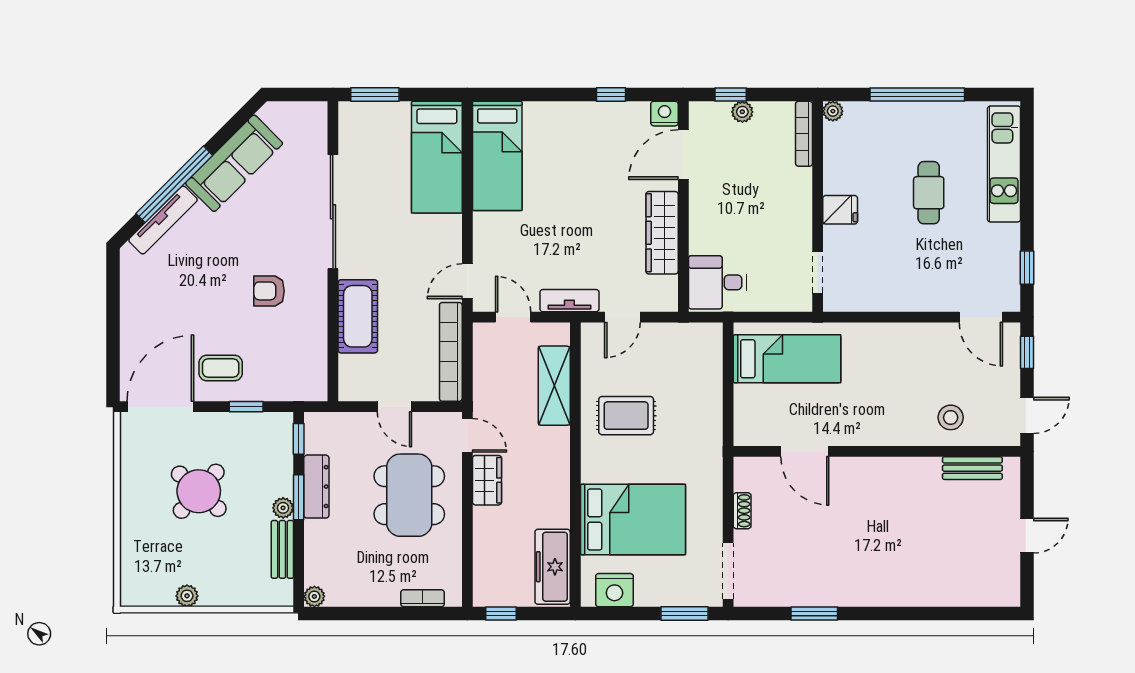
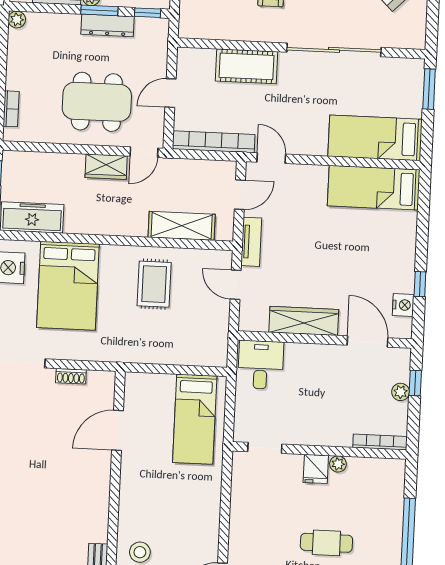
plant: (833, 111) -> (338, 464), moved
nightstand: (664, 114) -> (403, 305), moved

